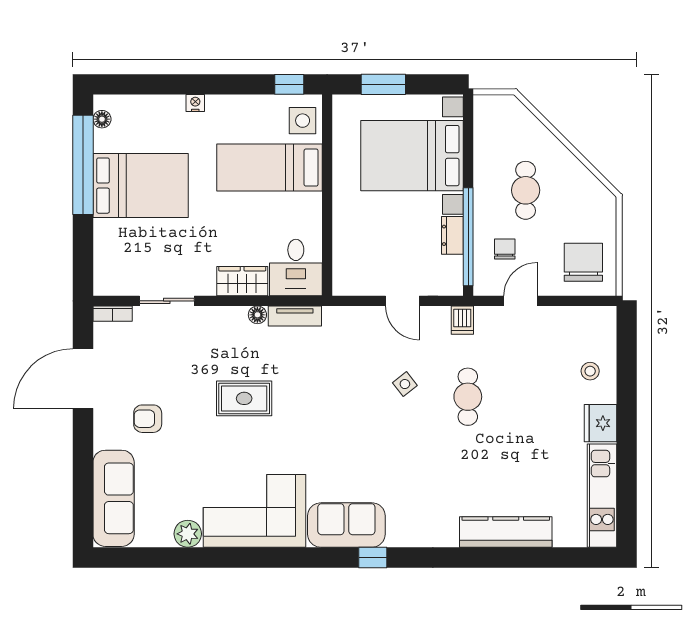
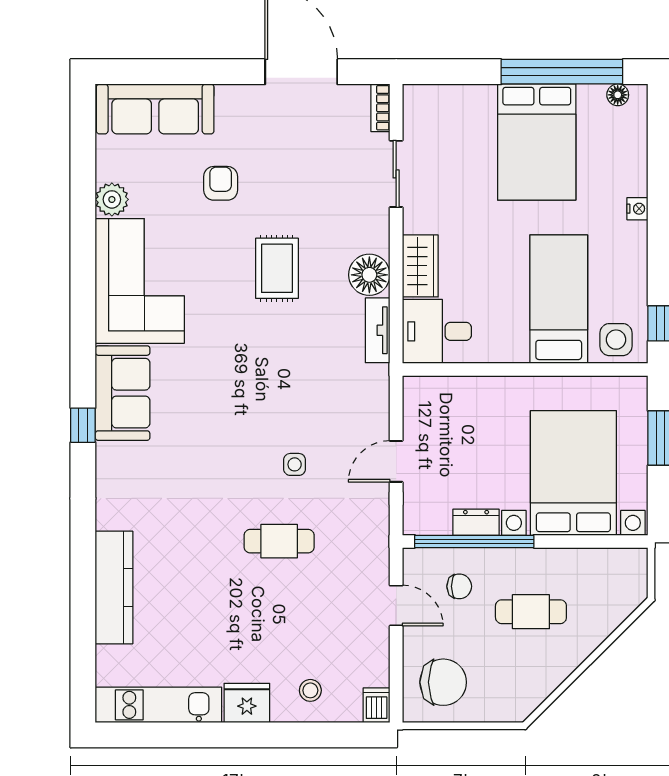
floor lamp: (257, 315) -> (369, 275), width x1.89, depth x1.89
dishwasher: (462, 320) -> (377, 705), moved, turned 90
side table: (405, 384) -> (295, 464), turned 38
armchair: (148, 419) -> (221, 183), moved

